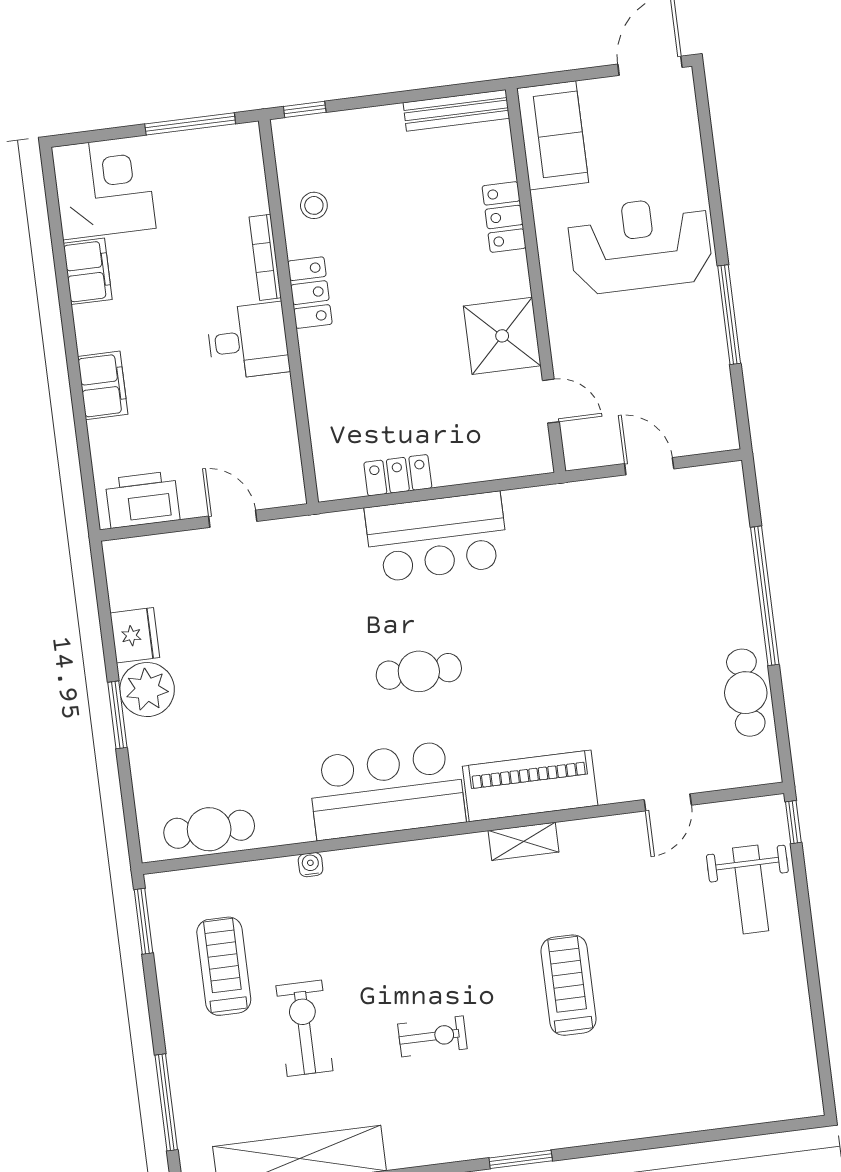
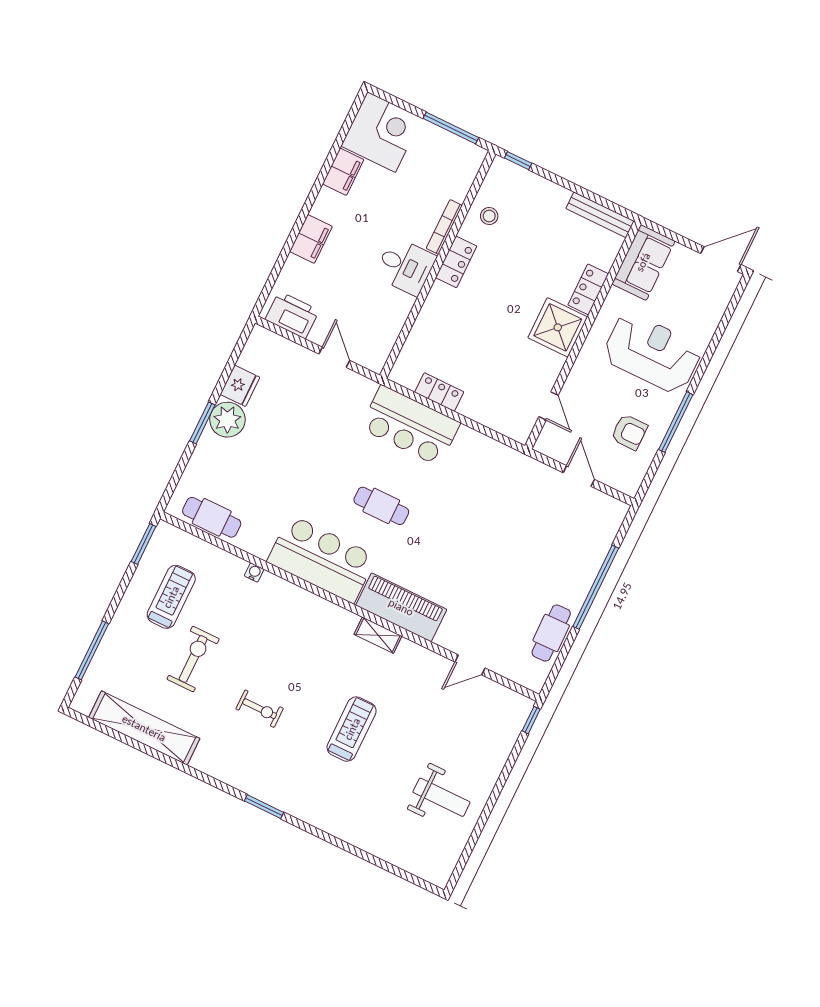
shower: (502, 336) -> (558, 327), moved
armchair: (677, 367) -> (629, 432), added
bar counter: (437, 537) -> (410, 425), moved
weight bench: (751, 889) -> (441, 797), moved, turned -90

